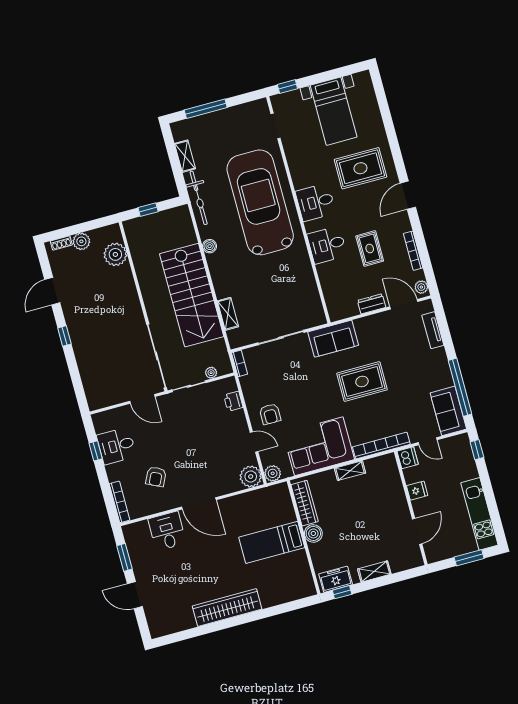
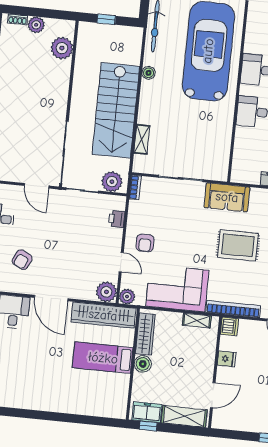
plant: (211, 373) -> (112, 182), width x1.88, depth x1.88
dishwasher: (408, 458) -> (229, 326), moved
fridge: (417, 491) -> (227, 359), moved
wall: (411, 508) -> (215, 372), moved
door: (417, 531) -> (213, 395), moved
shelving: (374, 572) -> (184, 416), width x1.50, depth x1.33
wardrobe: (227, 608) -> (103, 315), moved, turned 180

